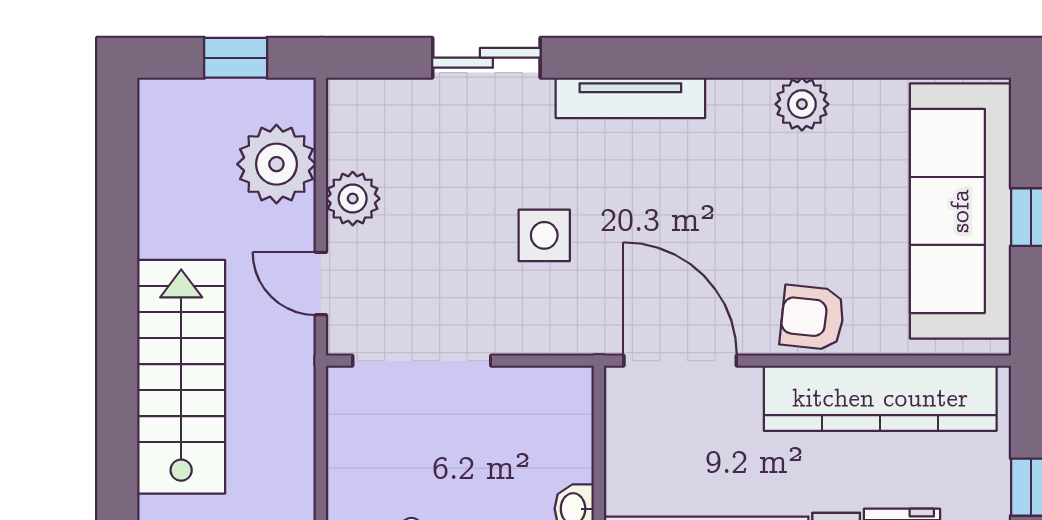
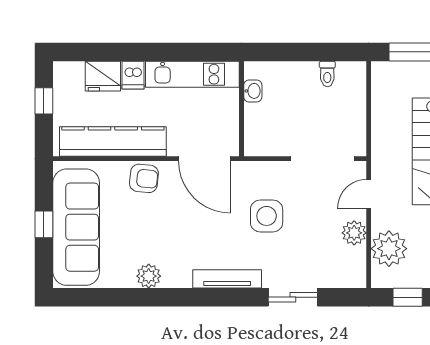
side table: (544, 235) -> (267, 216), width x1.37, depth x1.37
door: (321, 283) -> (369, 194), swing flipped

